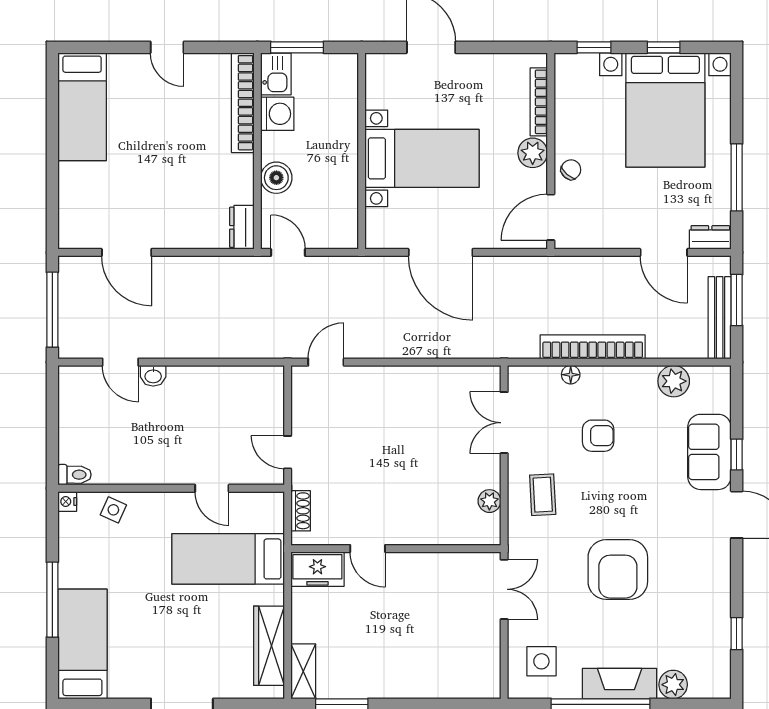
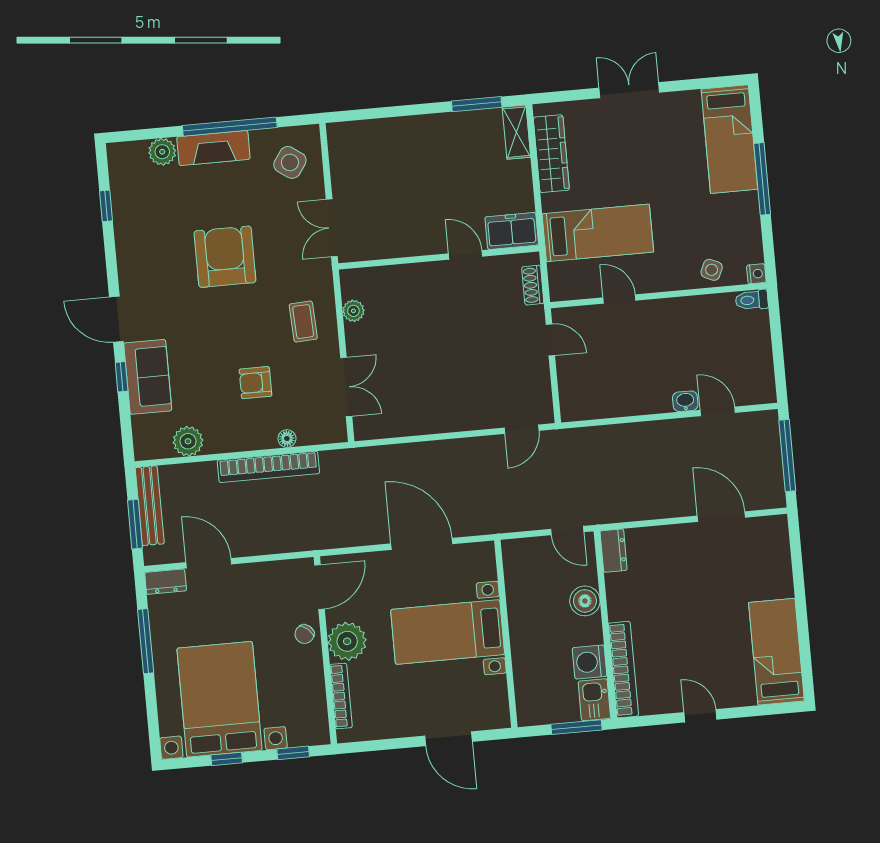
plant: (533, 153) -> (347, 641), width x1.36, depth x1.36
side table: (541, 661) -> (290, 162), turned 35

